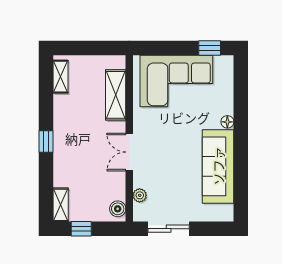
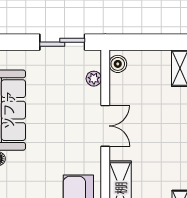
window: (81, 229) -> (157, 42), removed

